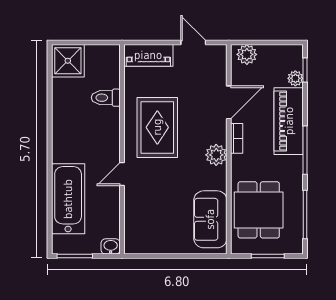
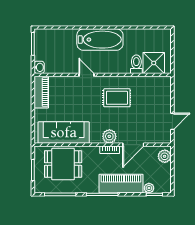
piano: (148, 55) -> (41, 92), moved, turned 180
shower: (68, 61) -> (154, 63), moved
door: (229, 102) -> (133, 145), hinge flipped
rug: (157, 127) -> (117, 98), width x0.73, depth x0.70
plant: (216, 155) -> (109, 136), moved
bathtub: (68, 199) -> (100, 40), moved
sofa: (210, 219) -> (64, 133), width x1.36

